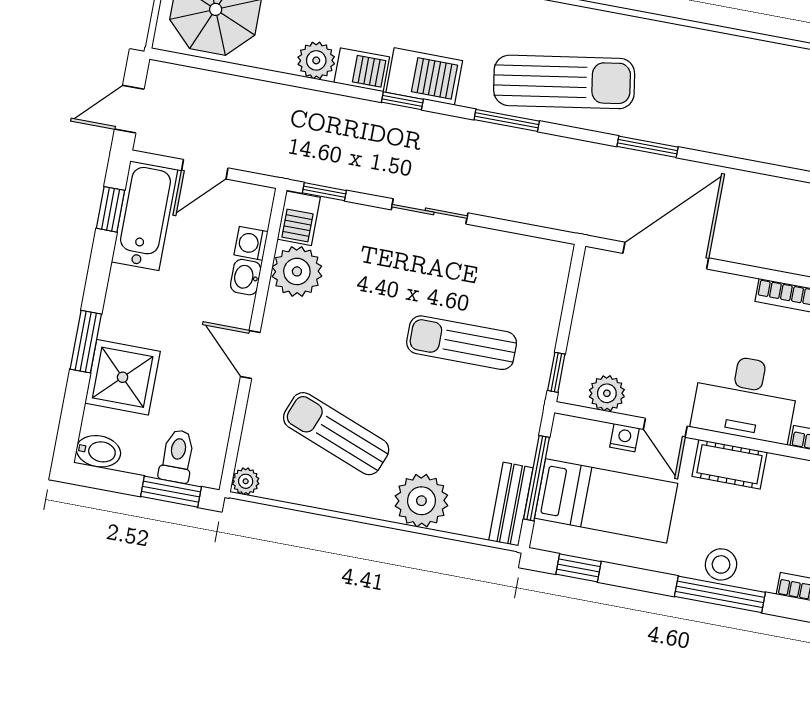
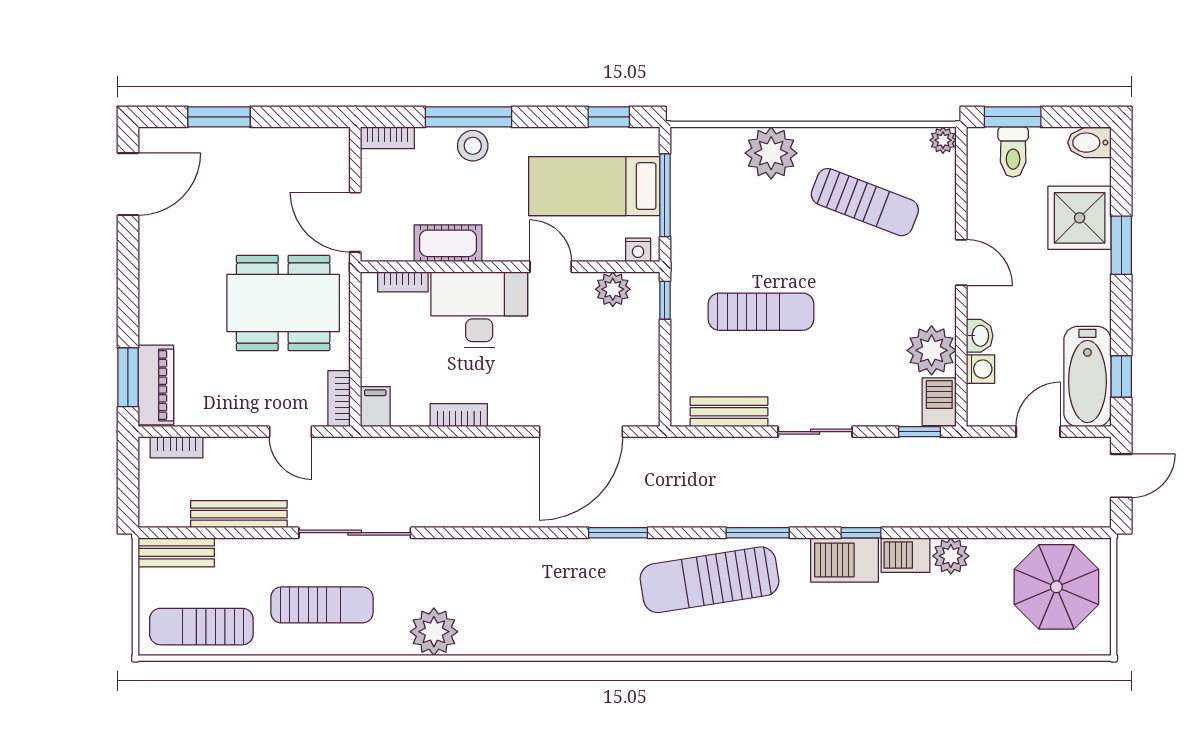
nightstand: (624, 438) -> (638, 250), moved
cot: (730, 464) -> (448, 243), moved
bench: (511, 504) -> (729, 412), moved, turned 90

